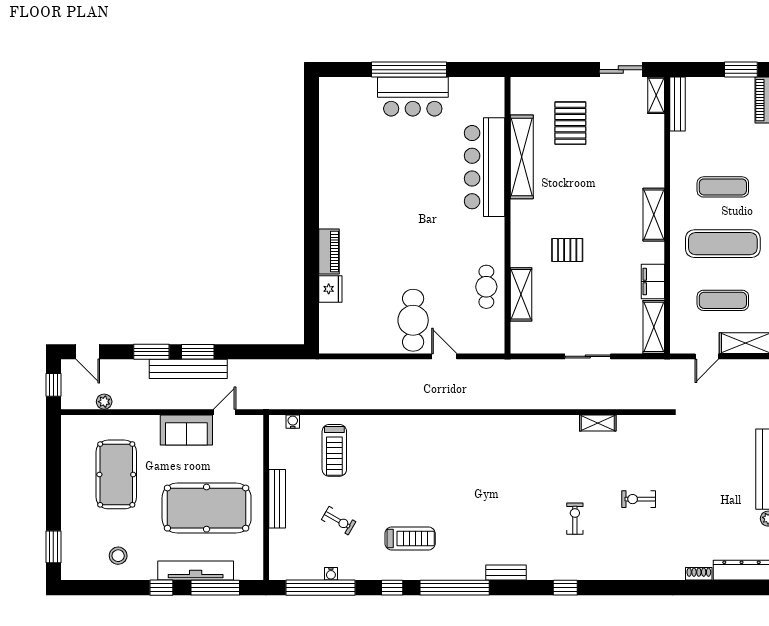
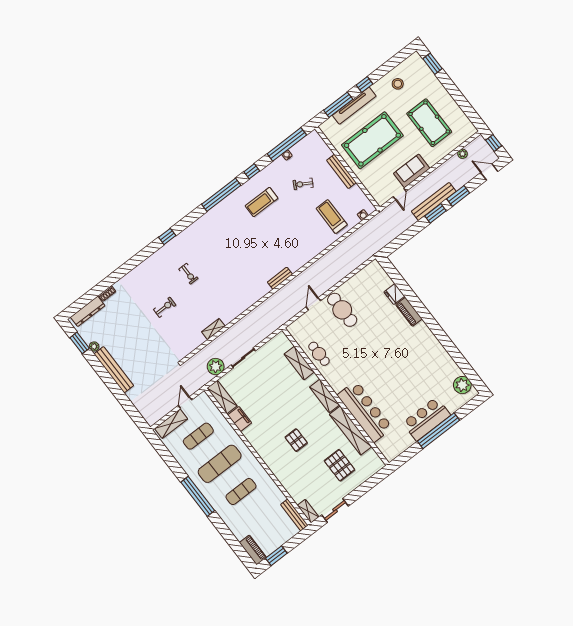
plant: (333, 105) -> (462, 385), added
shelving: (654, 215) -> (325, 396), moved
pallet: (567, 250) -> (296, 440), moved, turned 90
door: (444, 356) -> (313, 304), swing flipped
plant: (632, 373) -> (216, 367), added
bench: (506, 572) -> (280, 278), moved

